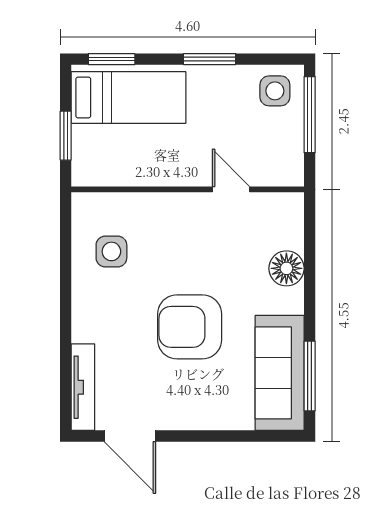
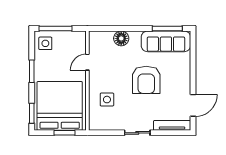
bed: (129, 97) -> (60, 106), width x2.04
side table: (111, 251) -> (107, 100), moved
sliding door: (66, 306) -> (137, 133), added

